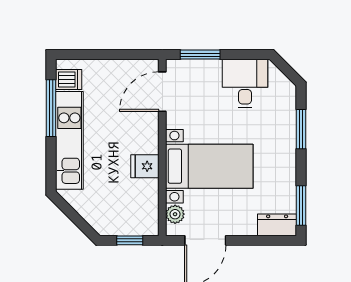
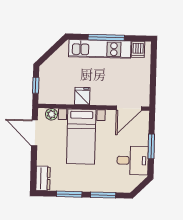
window: (200, 55) -> (151, 146), moved
door: (162, 92) -> (129, 108), swing flipped
window: (51, 108) -> (106, 37), moved
window: (301, 205) -> (69, 194), moved

